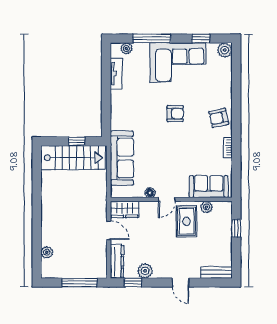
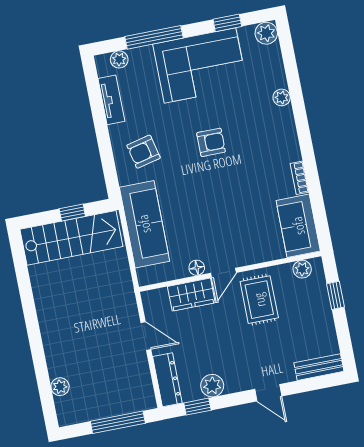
plant: (226, 94) -> (282, 97), added
armchair: (219, 118) -> (144, 152), moved
sofa: (209, 187) -> (298, 226), moved, turned -90
plant: (206, 207) -> (302, 269), moved
wardrobe: (125, 209) -> (191, 295), moved

